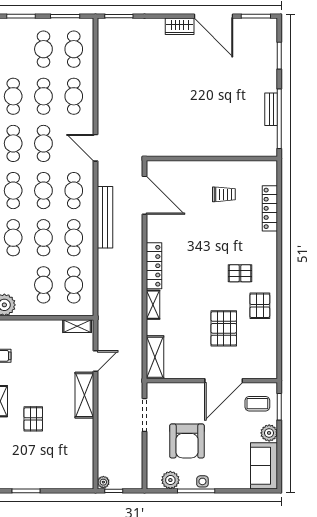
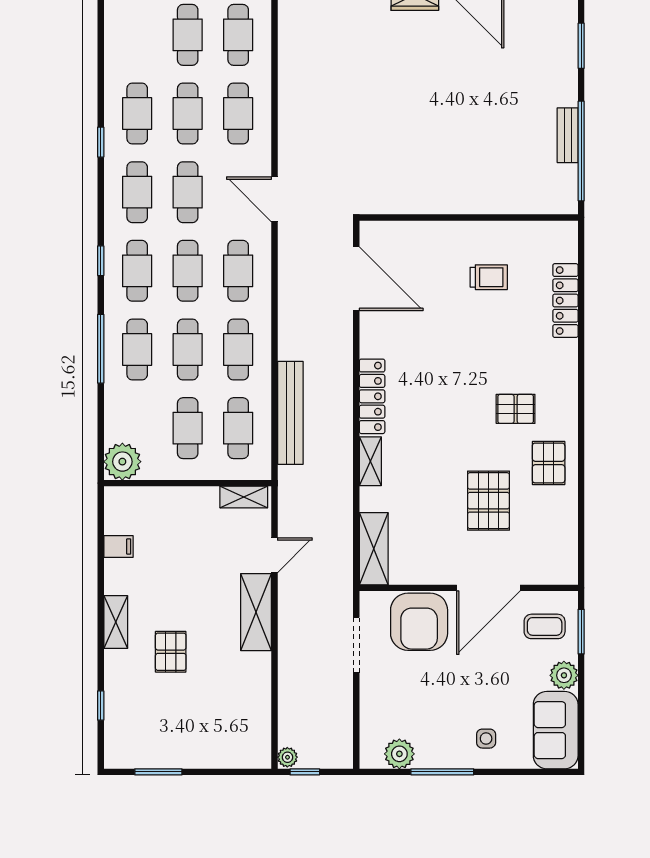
bench: (105, 217) -> (290, 413), moved
armchair: (187, 441) -> (419, 622), moved
side table: (202, 481) -> (486, 739), moved

